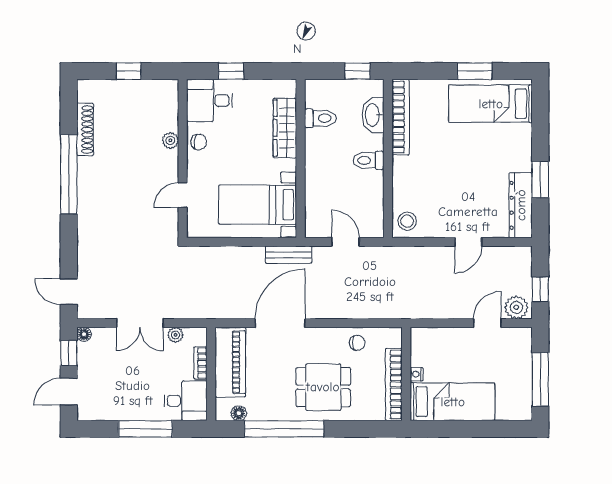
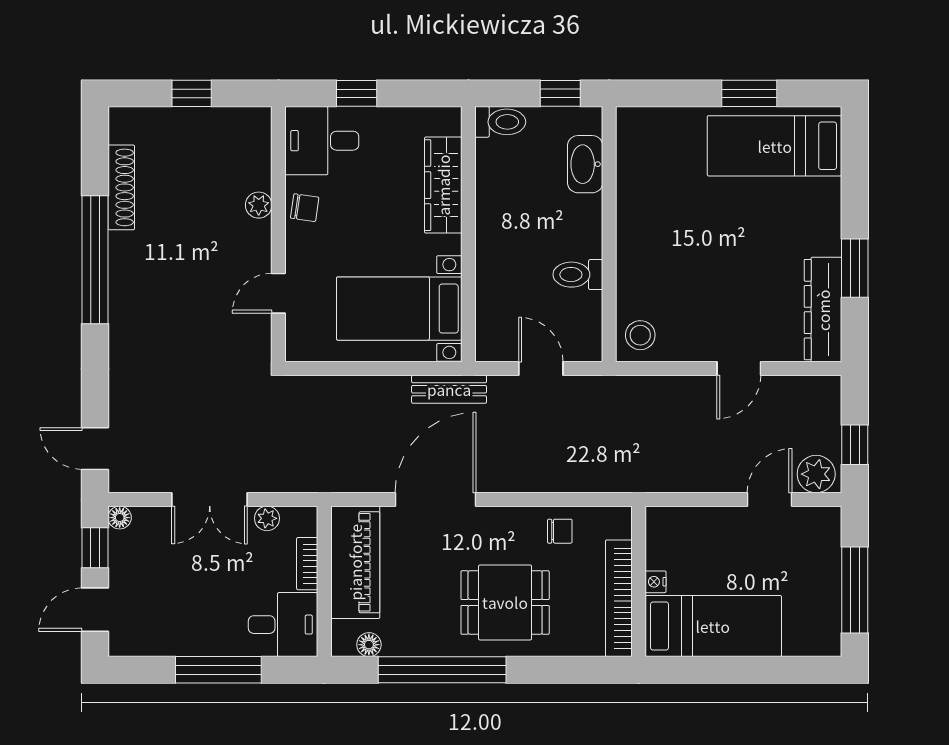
bookcase: (401, 117) -> (630, 168), removed
toilet: (320, 118) -> (500, 122), moved
toilet: (368, 160) -> (578, 275), moved

